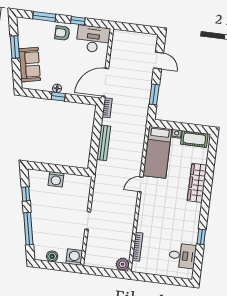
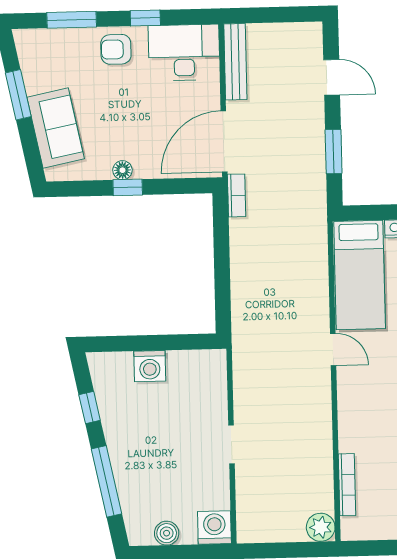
bench: (104, 143) -> (235, 62), moved
door: (140, 184) -> (333, 349), swing flipped

